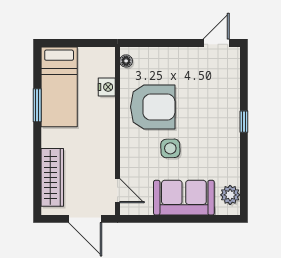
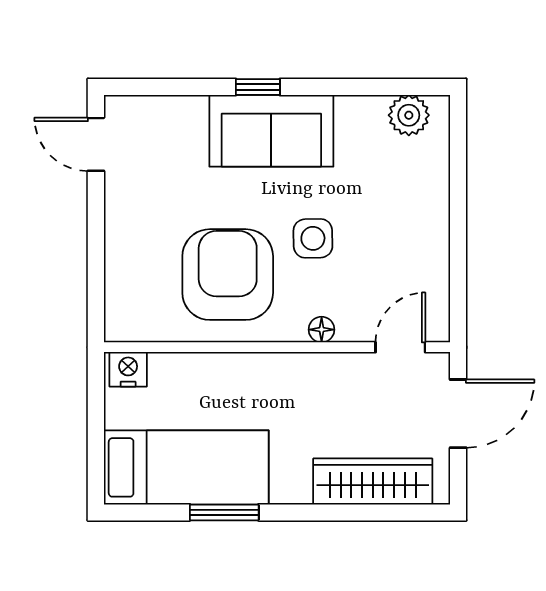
floor lamp: (126, 61) -> (322, 330), moved
nightstand: (107, 87) -> (128, 369), moved
sofa: (184, 198) -> (271, 131), moved, turned -90

